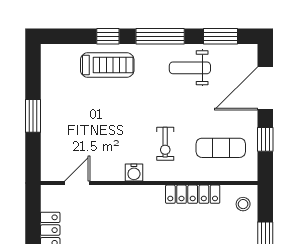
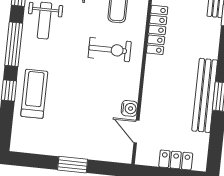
exercise bike: (165, 144) -> (110, 50), width x1.38, depth x1.39
water cooler: (134, 172) -> (129, 108), moved

